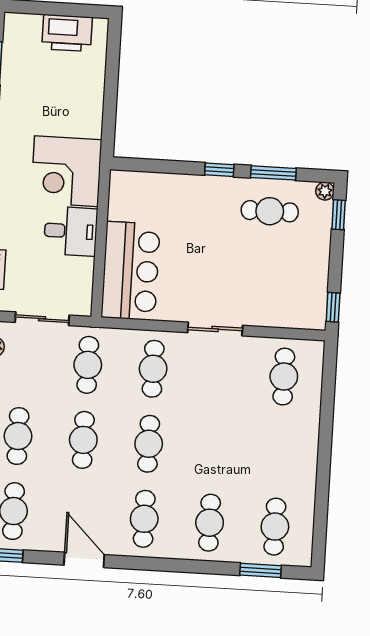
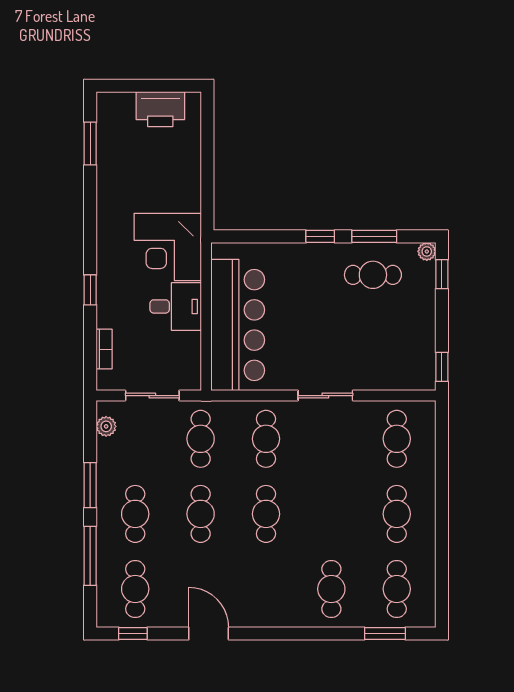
bar counter: (131, 271) -> (238, 325), width x1.36
cafe table: (144, 519) -> (397, 514), moved

